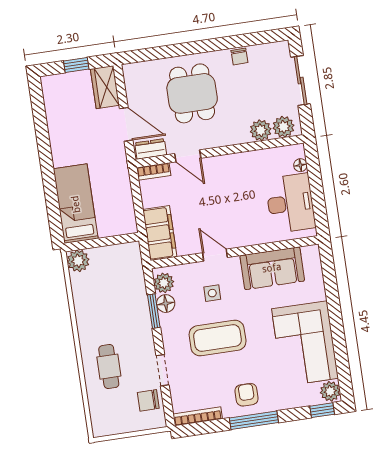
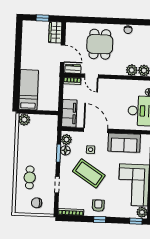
door: (215, 255) -> (96, 130), width x1.87
coffee table: (218, 338) -> (89, 173), turned 33
chair: (148, 400) -> (37, 203), moved
window: (254, 420) -> (100, 220), width x0.46

